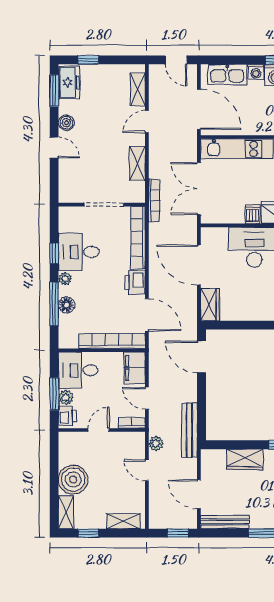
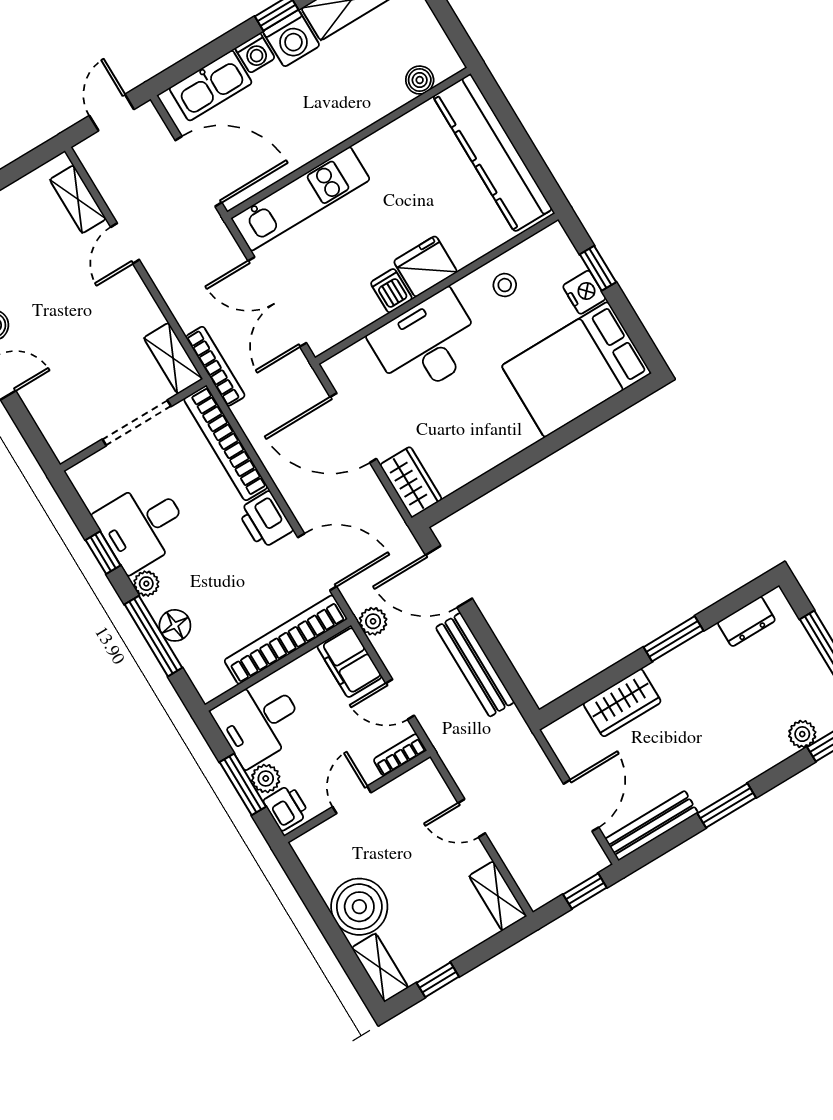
door: (176, 60) -> (112, 113), swing flipped
shelving: (137, 163) -> (173, 358), moved
bench: (190, 430) -> (475, 665), moved
plant: (156, 444) -> (373, 621), moved
door: (199, 494) -> (581, 806), swing flipped
shelving: (123, 521) -> (498, 896), moved, turned 90

